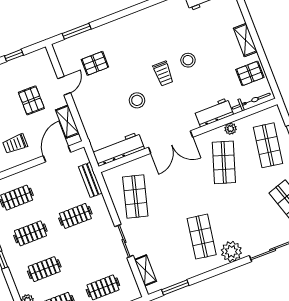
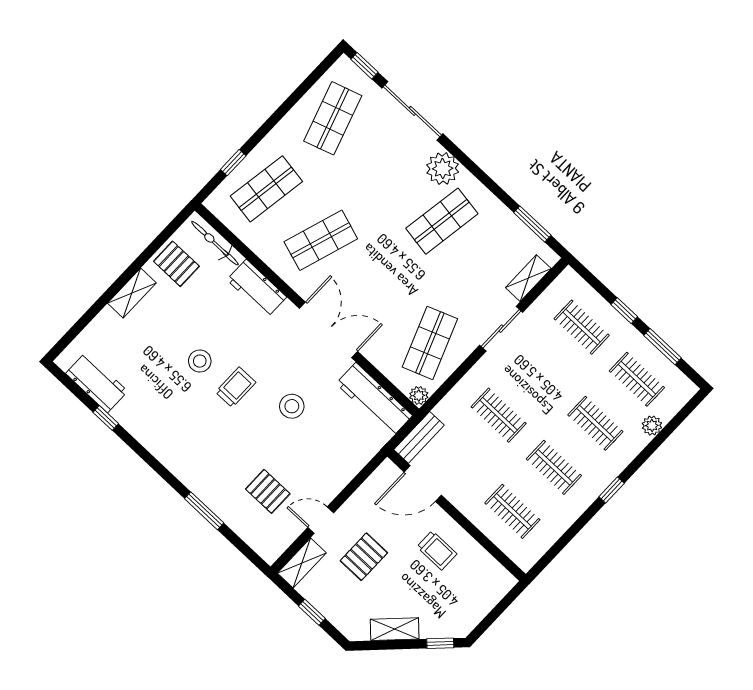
window: (77, 31) -> (204, 511), moved
shelving: (67, 122) -> (302, 563), moved
plant: (231, 129) -> (419, 395), moved
bench: (90, 180) -> (419, 437), moved
shop shelf: (135, 196) -> (430, 343), turned -36

